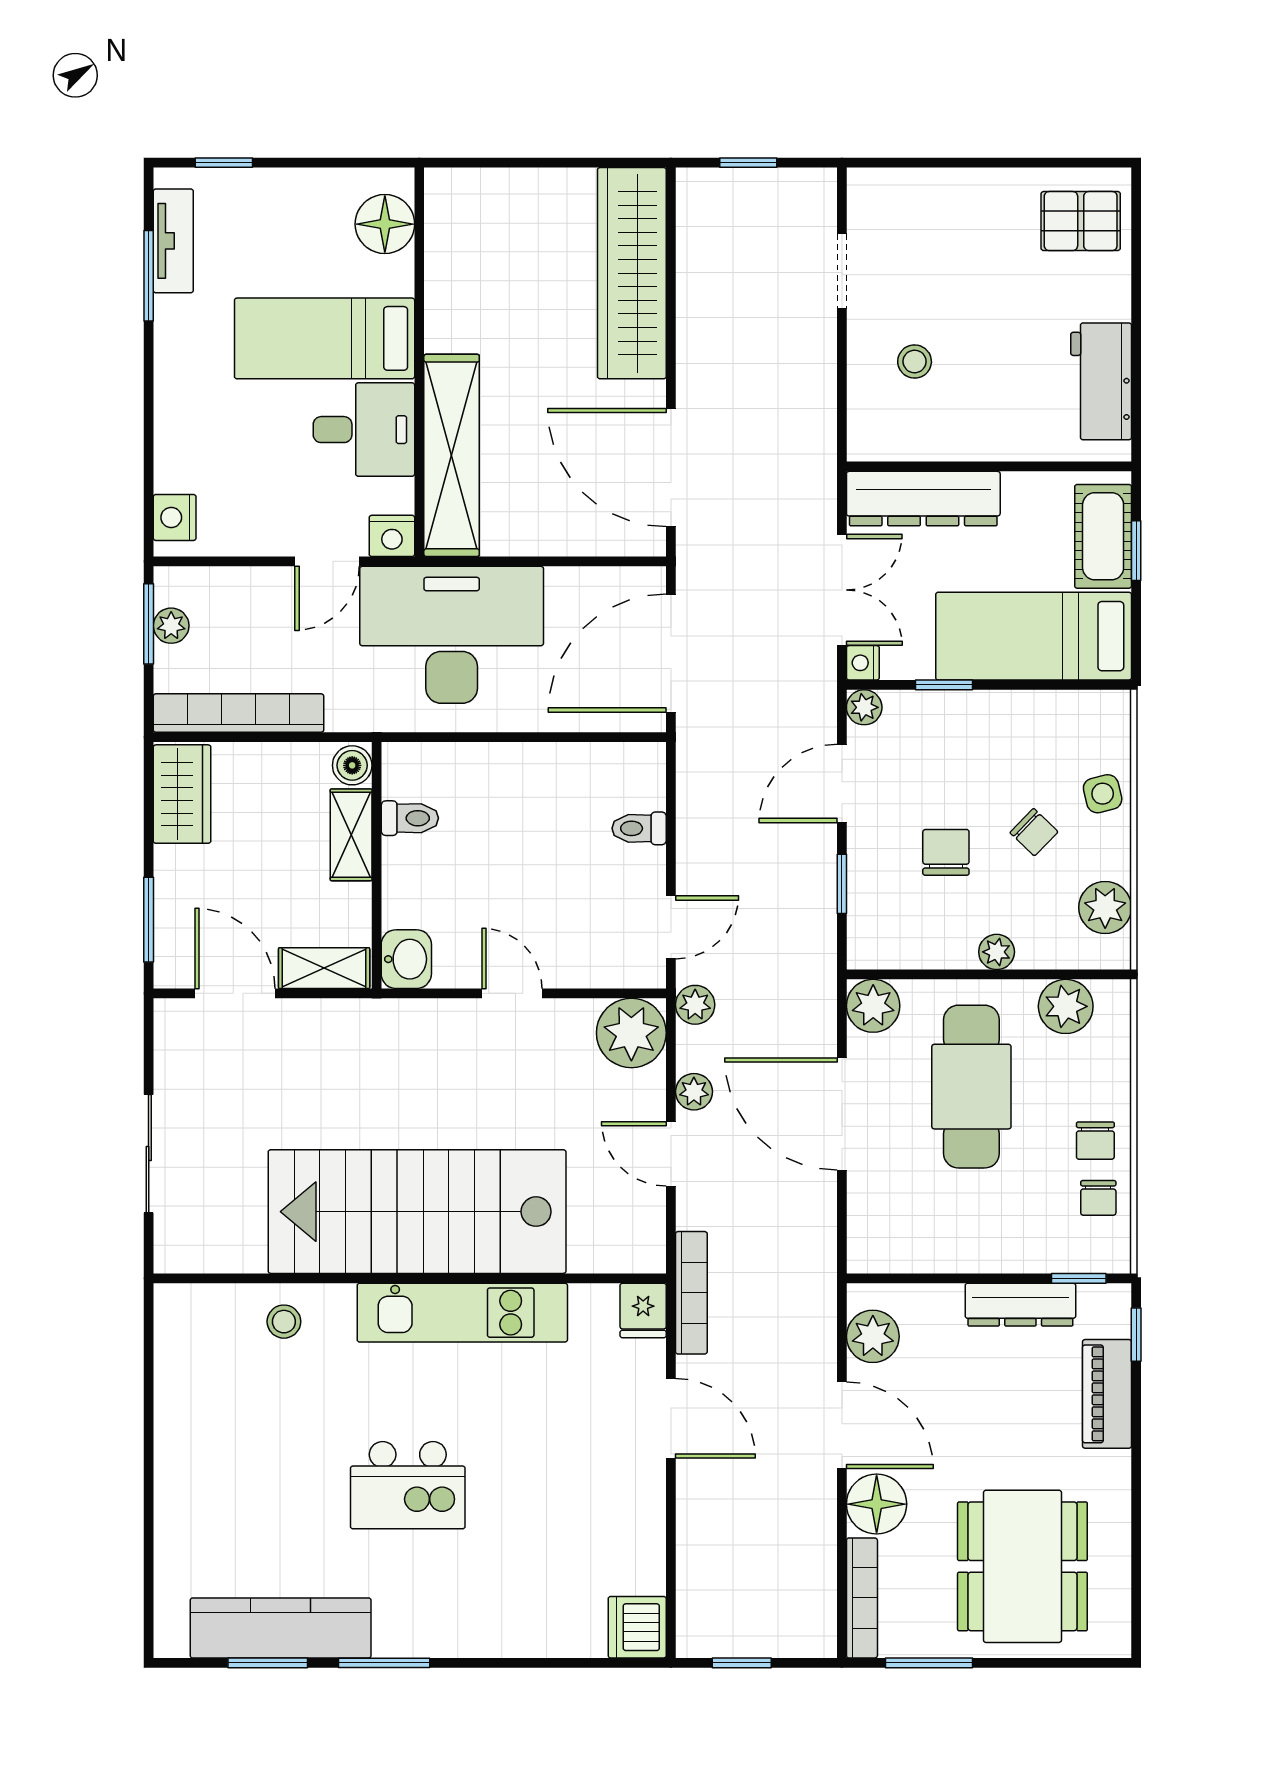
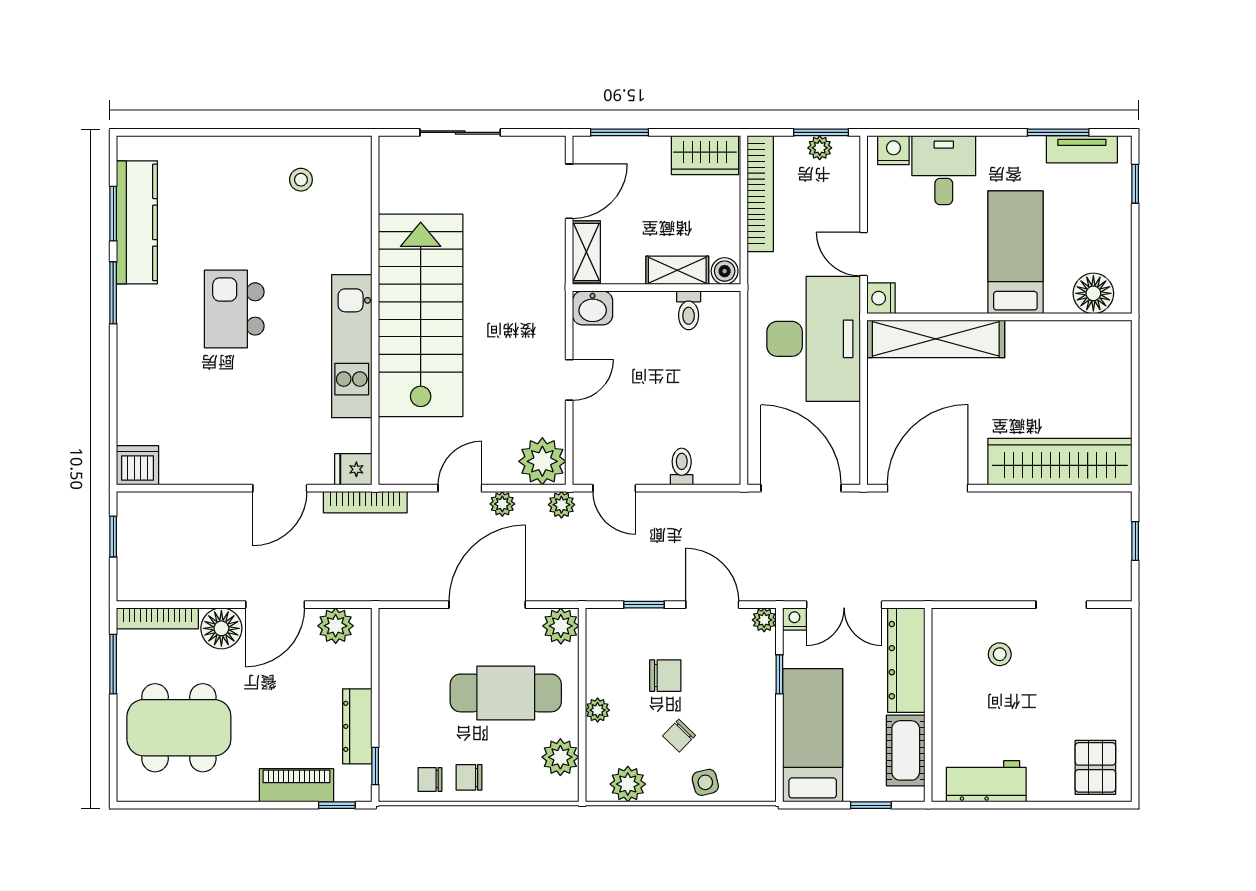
desk: (364, 430) -> (944, 170), moved, turned 180
cot: (1103, 536) -> (906, 750), moved, turned 90
stool: (284, 1322) -> (301, 180), moved

